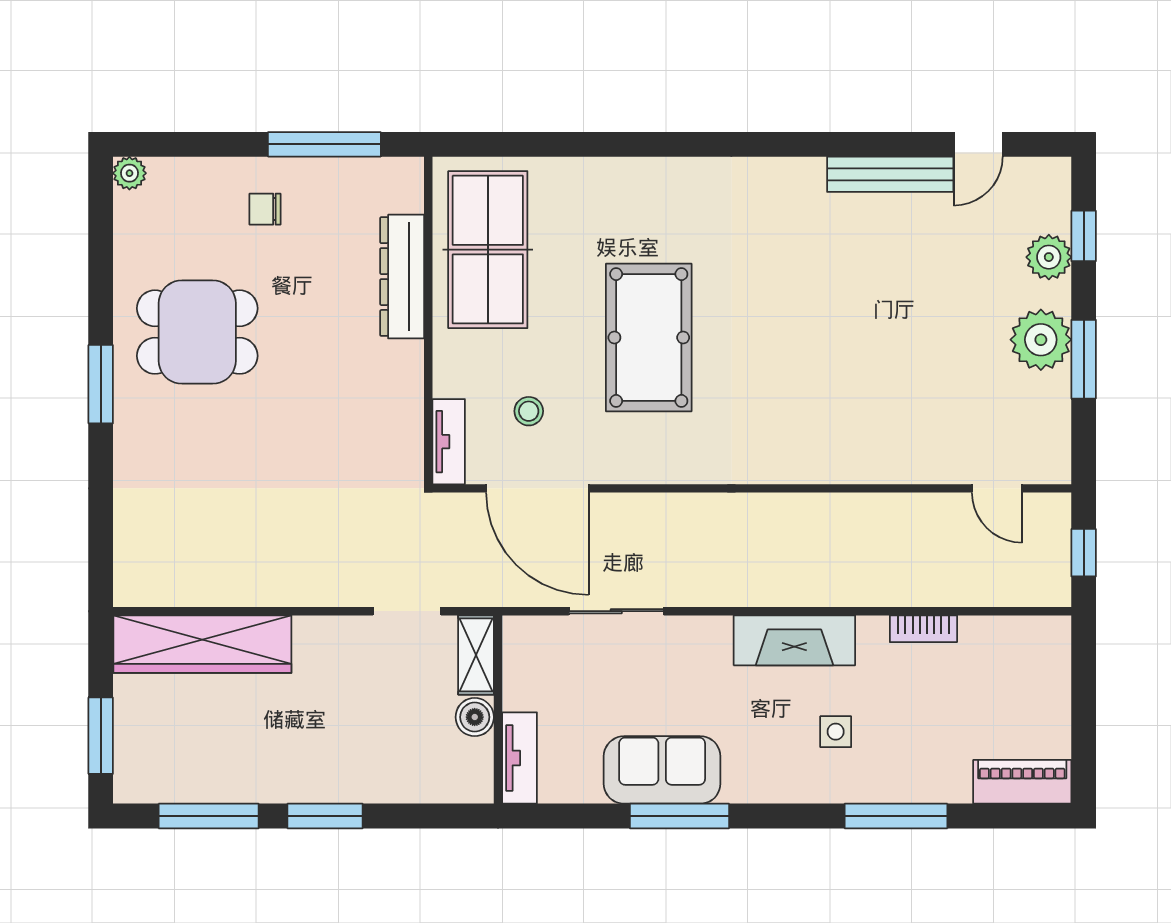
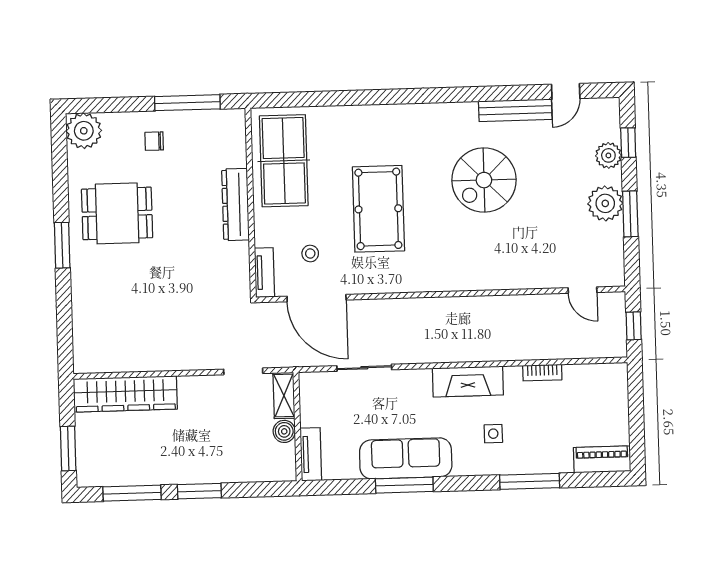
plant: (129, 173) -> (84, 131), width x1.87, depth x1.87
dresser: (402, 277) -> (235, 205), moved
spiral stairs: (833, 293) -> (484, 180), added
sofa: (662, 770) -> (406, 458), width x1.36

